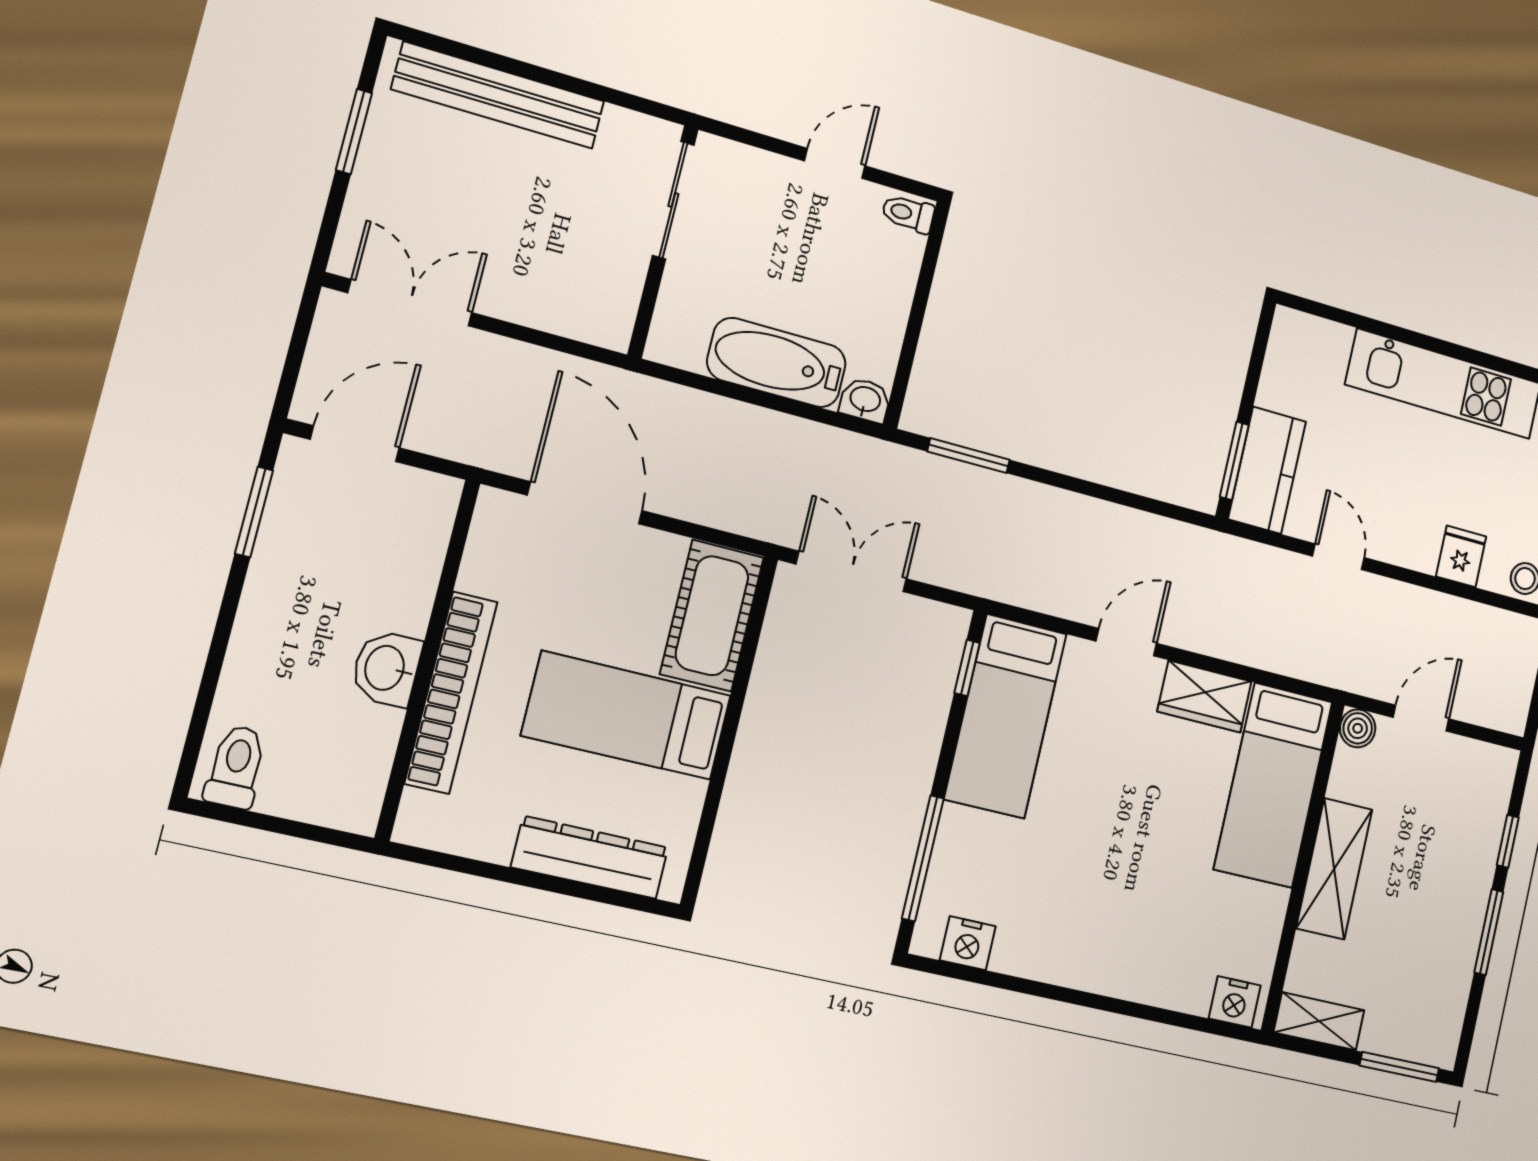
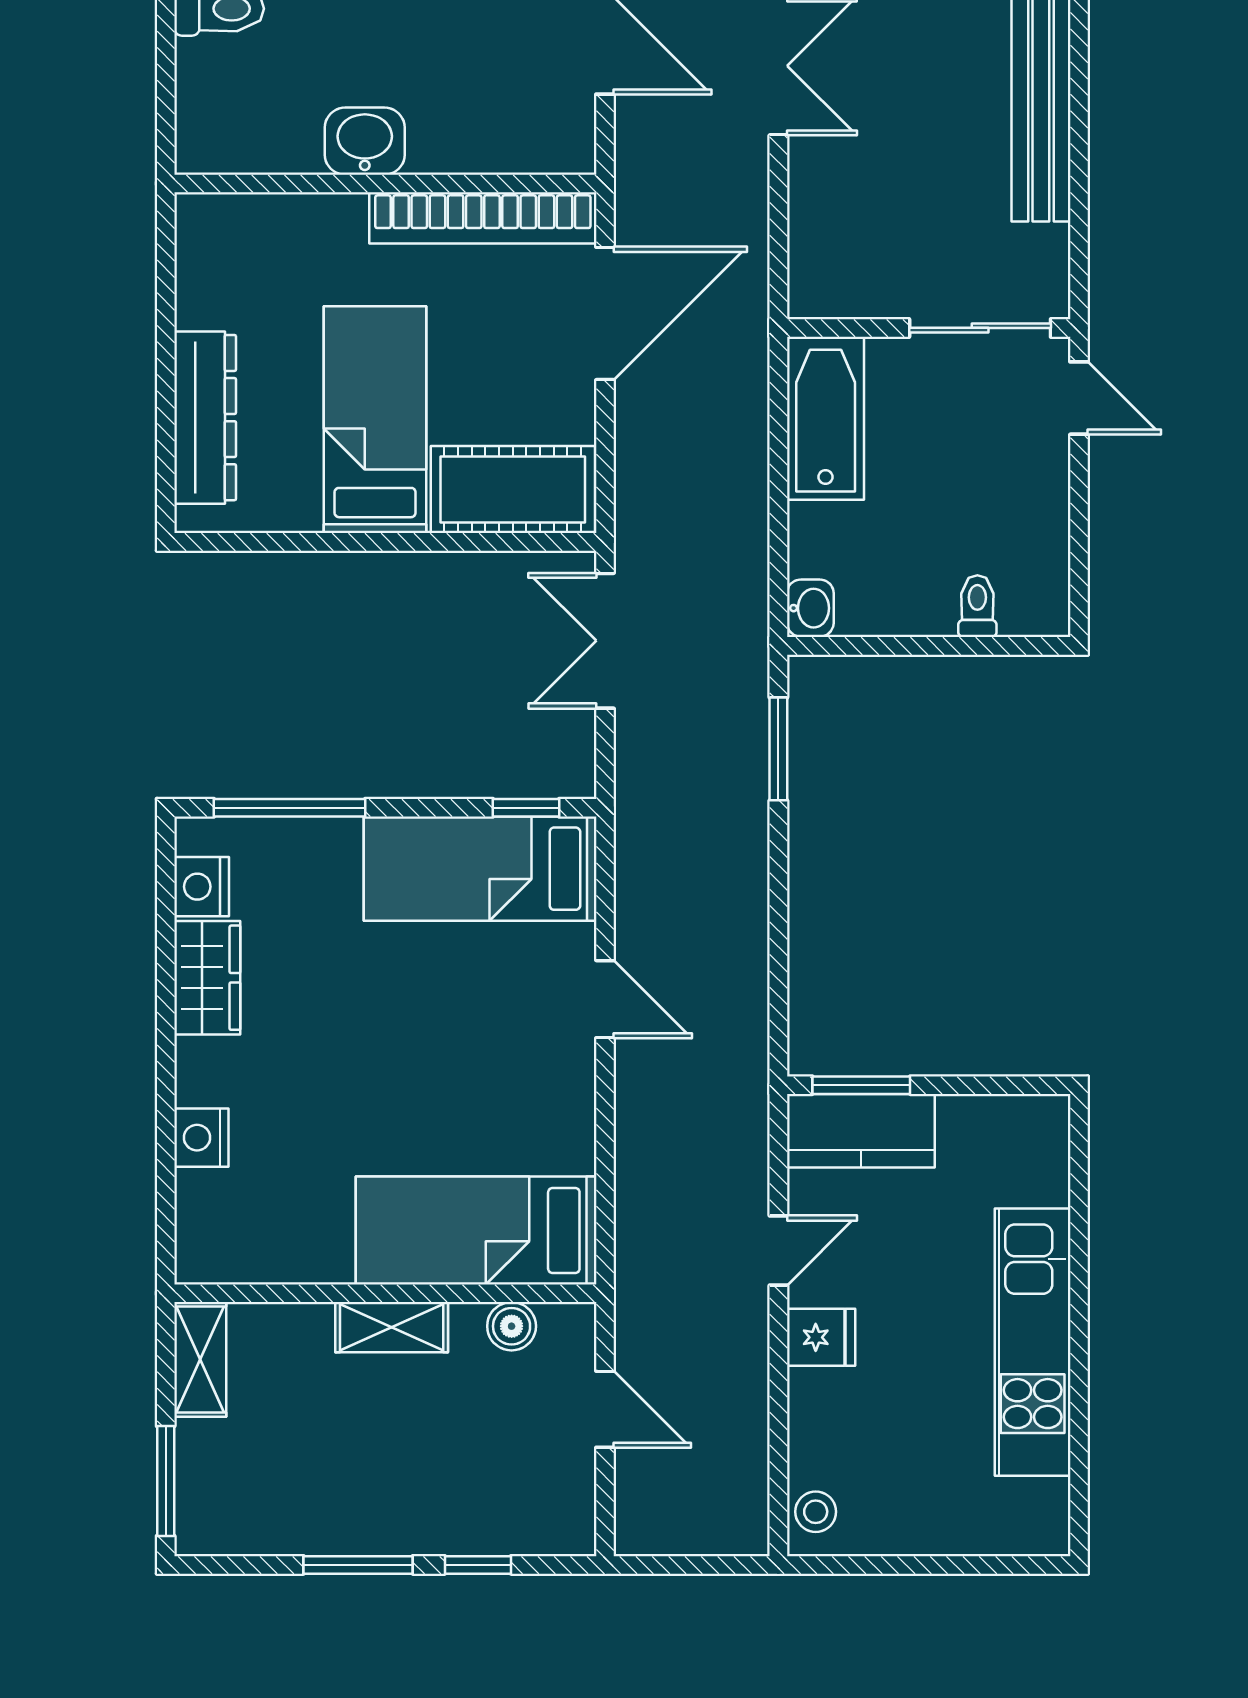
door: (835, 163) -> (1079, 398), moved
toilet: (908, 214) -> (977, 606), moved
bathtub: (777, 363) -> (826, 418), moved
fridge: (1461, 556) -> (821, 1337), moved
double door: (851, 571) -> (605, 641), swing flipped
bookcase: (451, 693) -> (483, 218), moved
wardrobe: (1205, 697) -> (207, 978), moved, turned 180
boiler: (1358, 728) -> (512, 1326), moved
shelving: (1334, 869) -> (392, 1327), width x0.67, depth x0.75
nightstand: (1235, 1002) -> (201, 1138), moved

